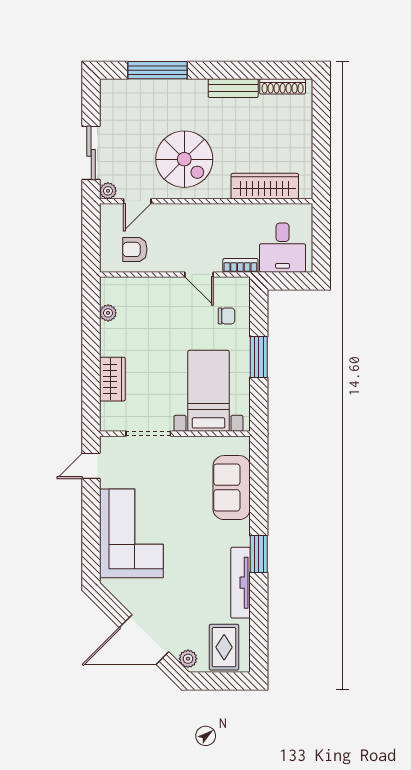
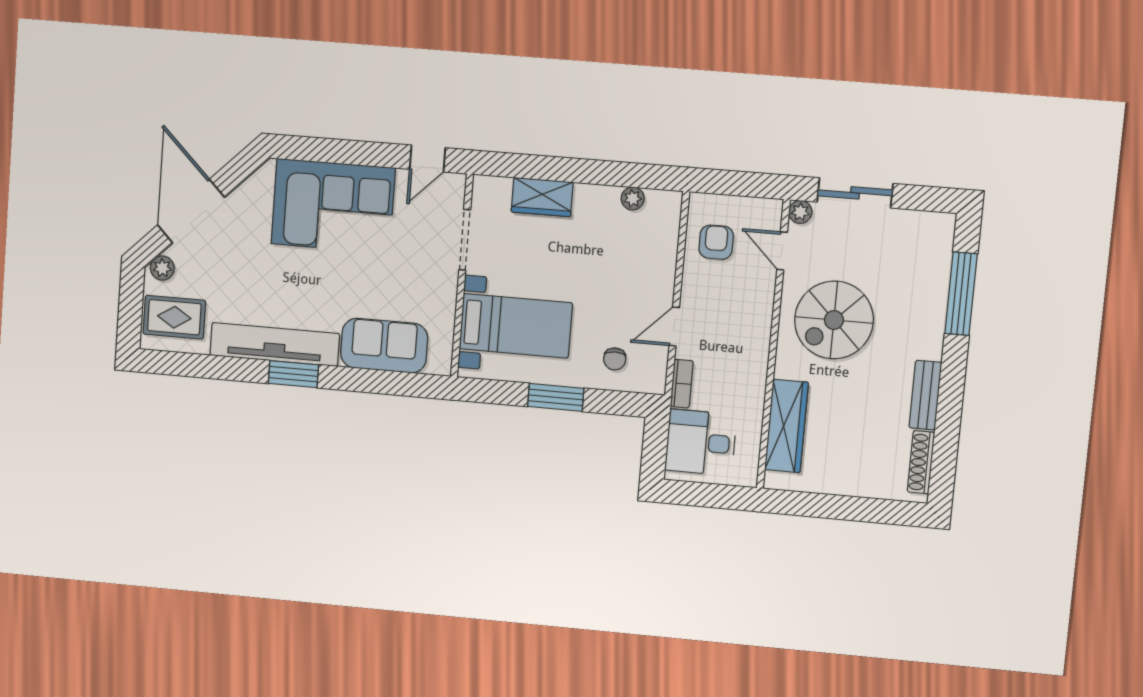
door: (91, 466) -> (427, 159), swing flipped
tv unit: (241, 583) -> (275, 344), width x1.36, depth x1.29

